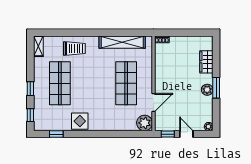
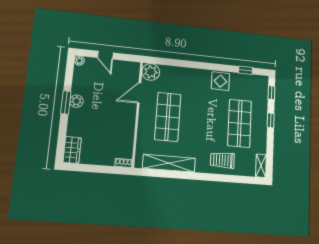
wardrobe: (206, 62) -> (72, 150), moved
window: (168, 134) -> (126, 57), removed

